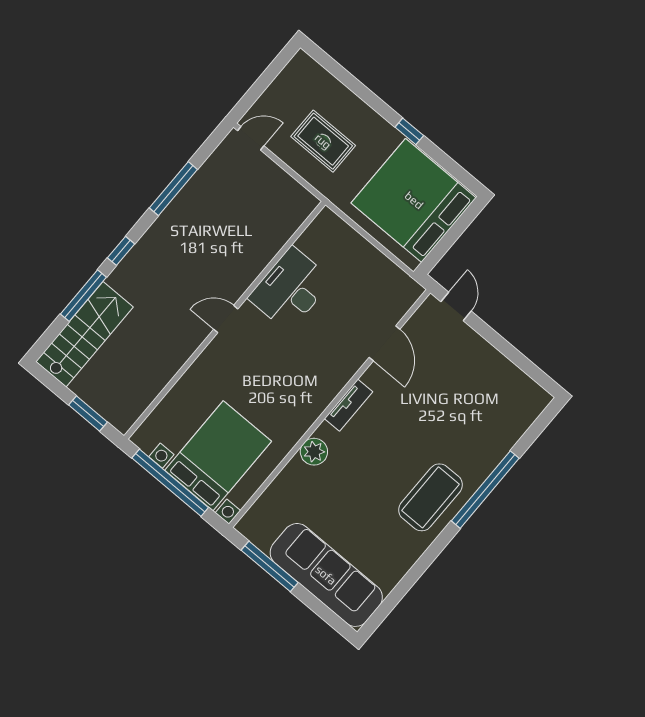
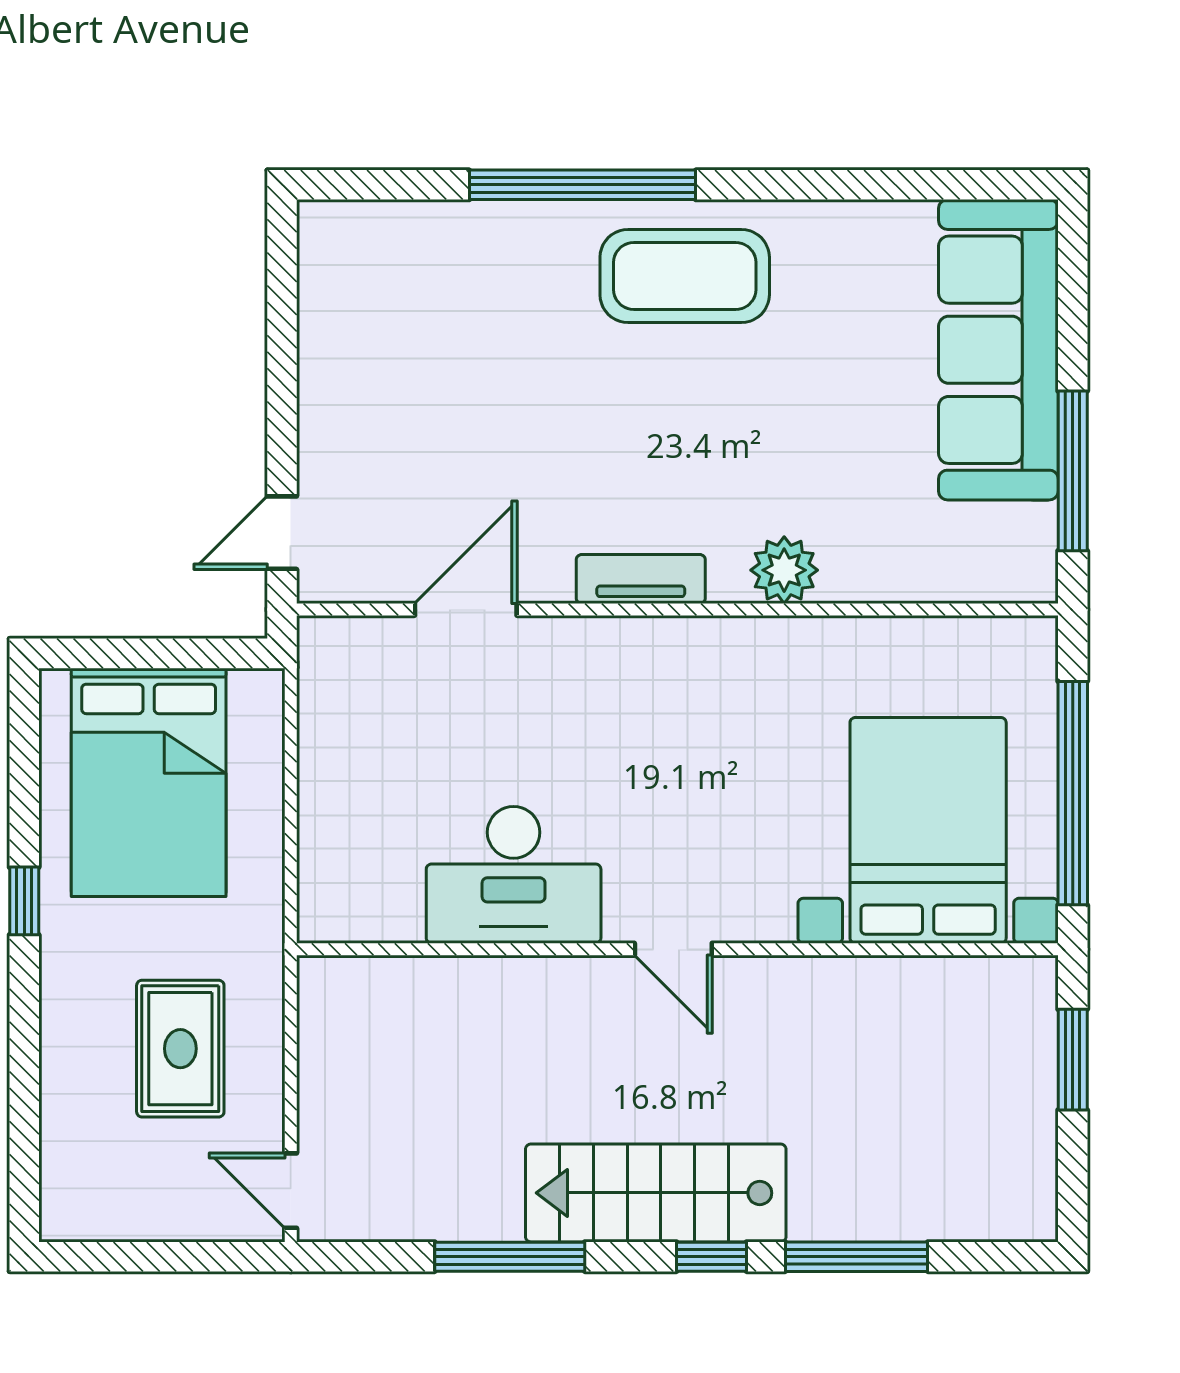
bed: (414, 200) -> (149, 782), width x0.73
stairs: (84, 334) -> (656, 1193), moved
bed with nightstands: (218, 456) -> (928, 830), moved, turned 90

